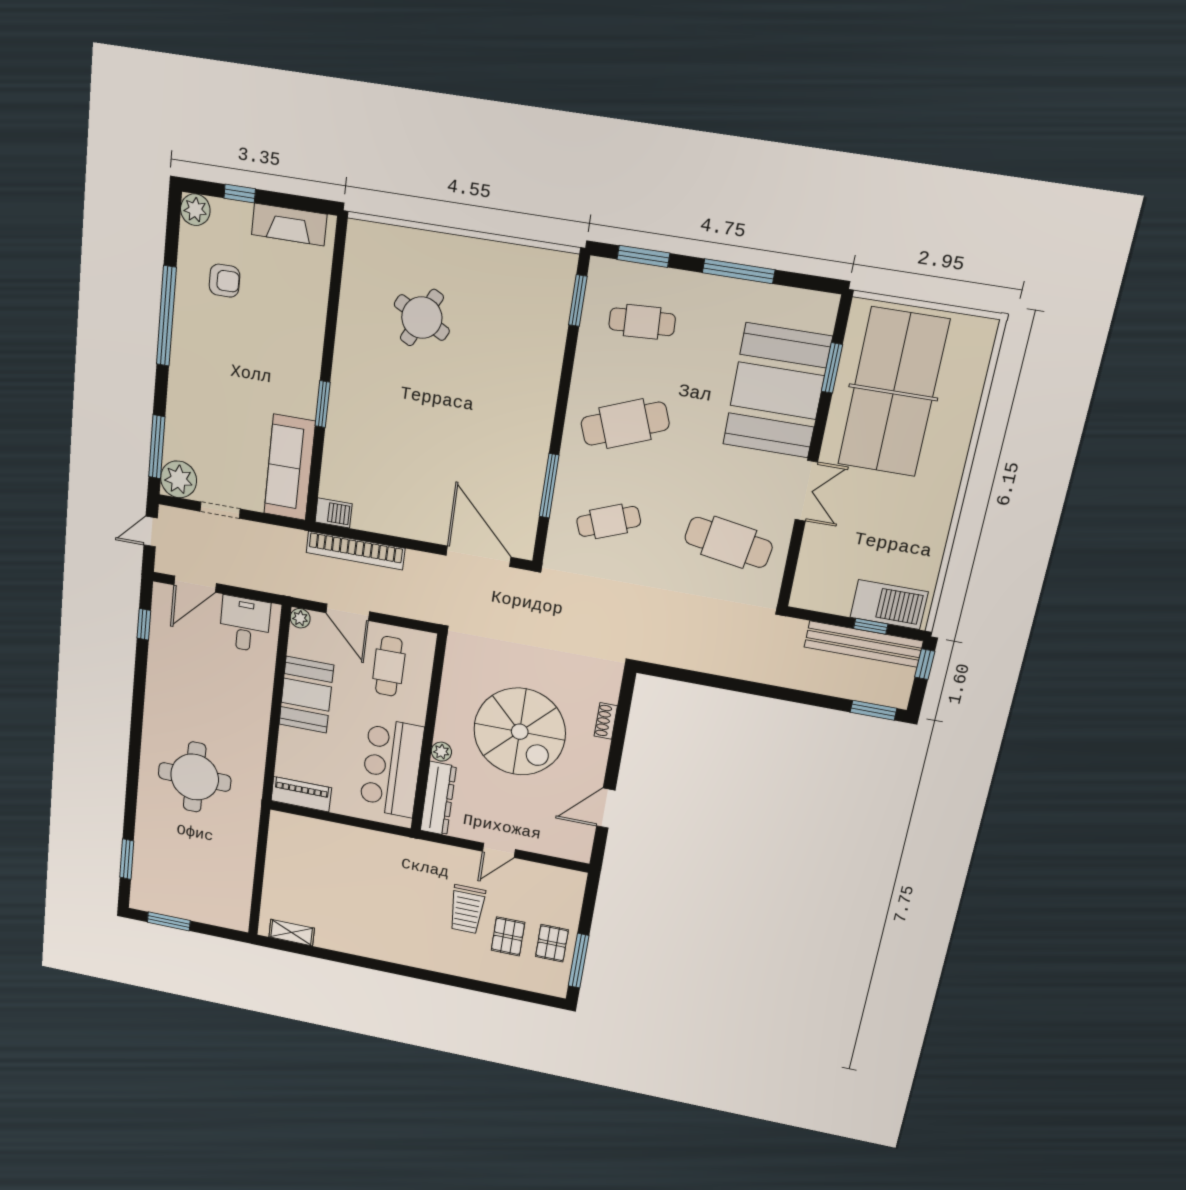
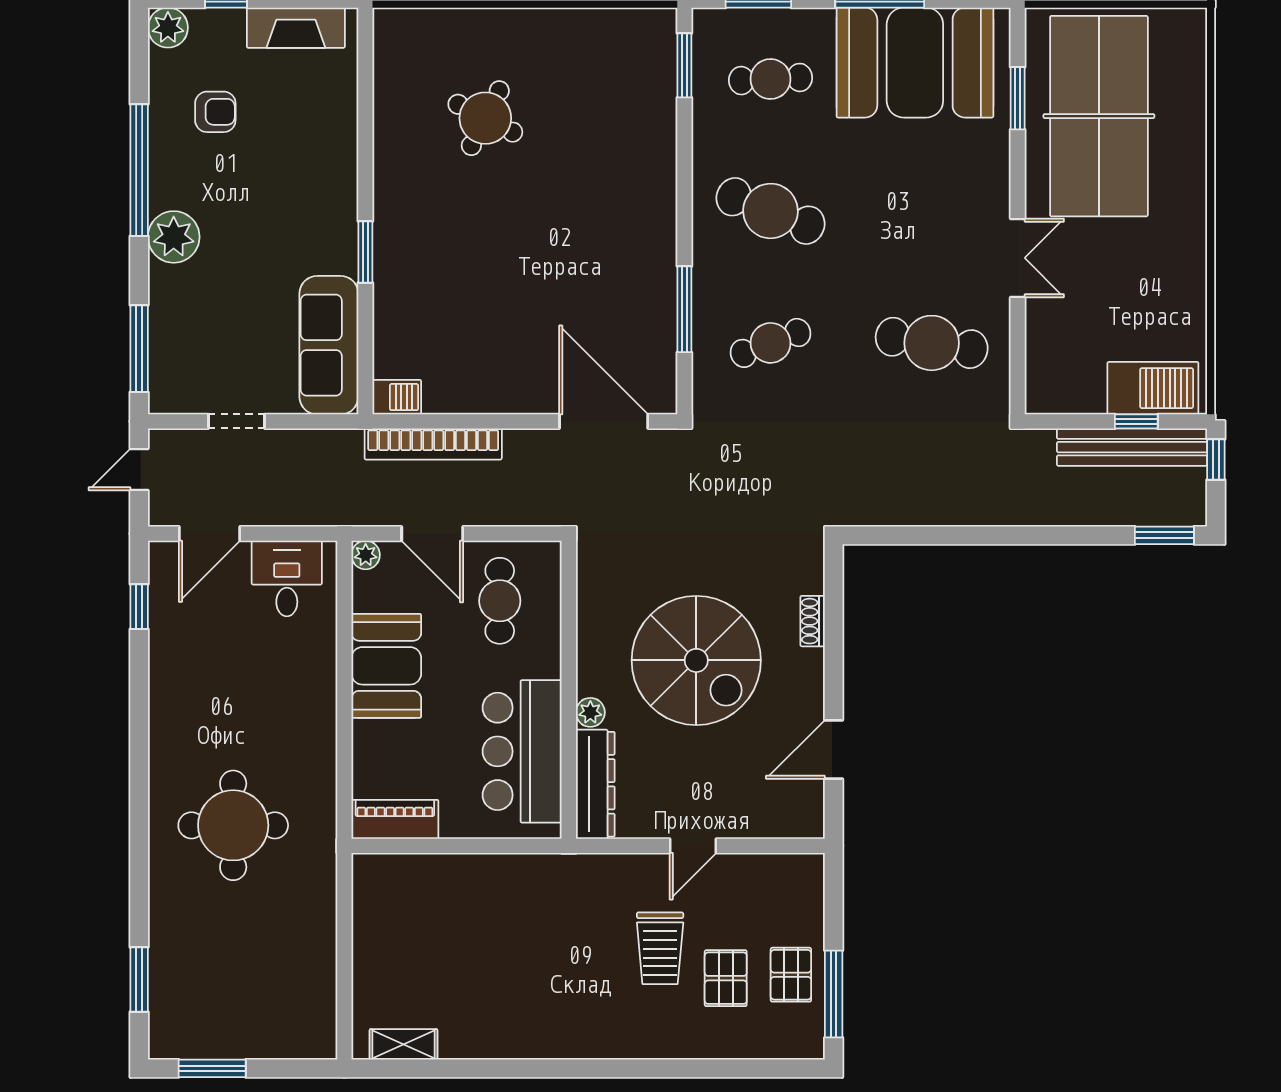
booth: (777, 391) -> (915, 63), moved, turned 90
cafe table: (625, 424) -> (771, 211), turned 42
plant: (179, 479) -> (174, 237), moved

